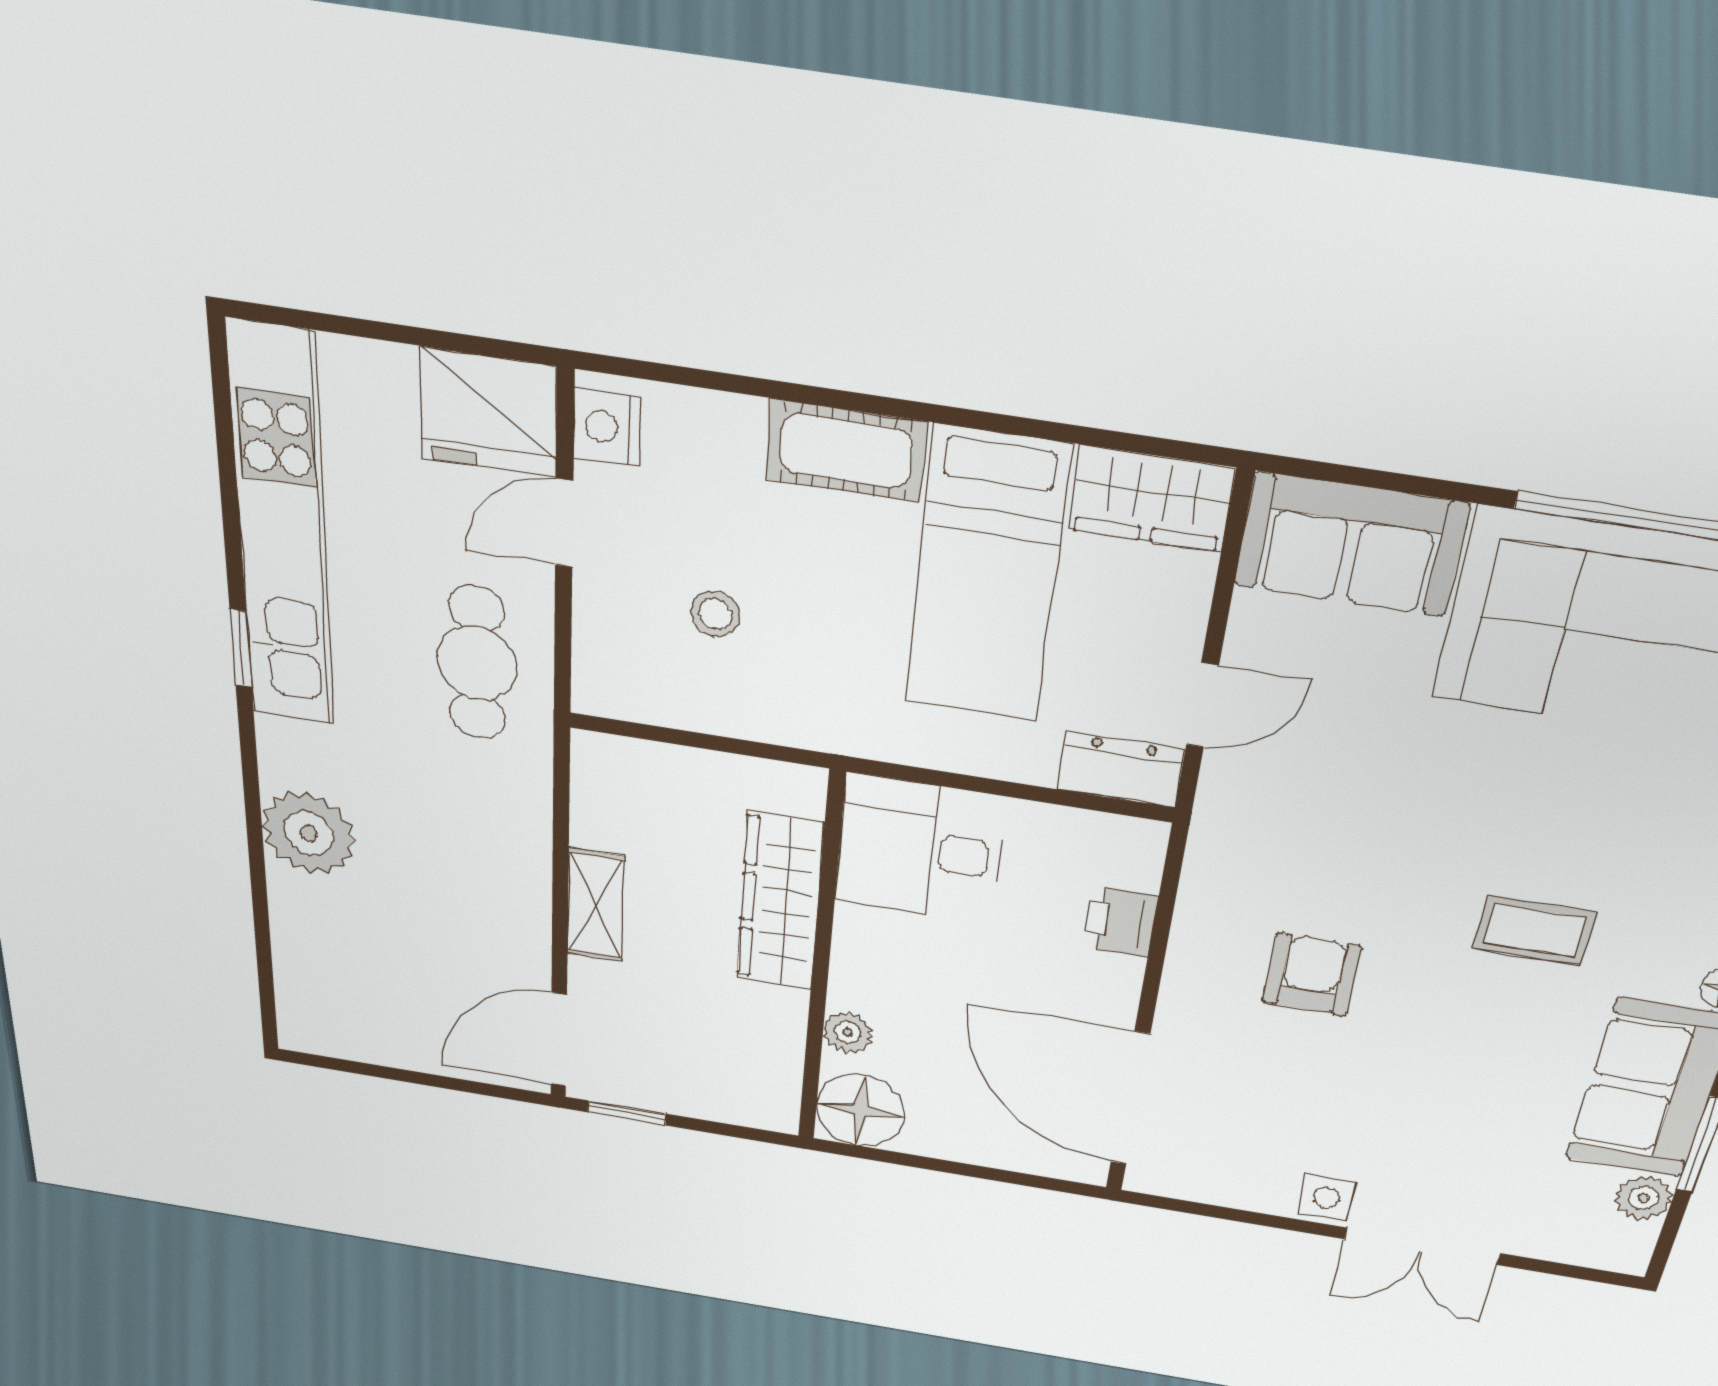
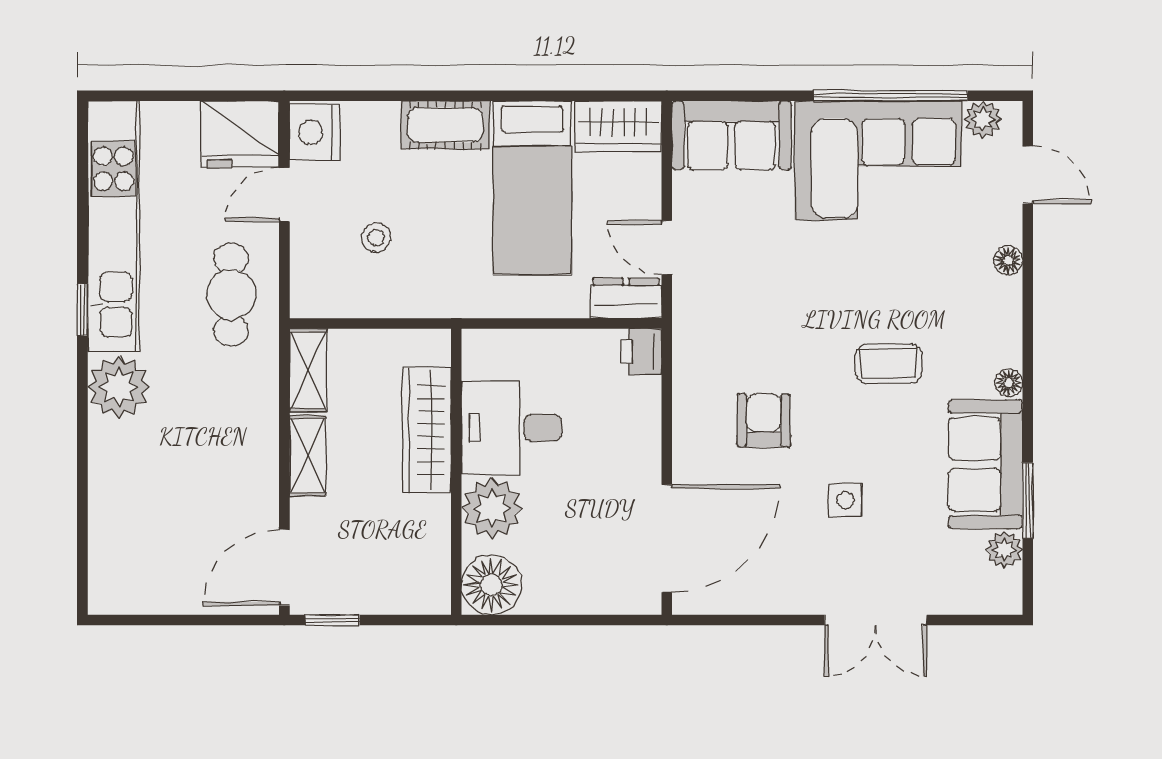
nightstand: (607, 427) -> (315, 132), width x1.36, depth x1.33
door: (1202, 705) -> (667, 248), swing flipped
shelving: (599, 791) -> (308, 370), added
plant: (309, 833) -> (119, 387), moved
desk: (920, 849) -> (512, 428), moved
printer: (1120, 921) -> (641, 351), moved
plant: (848, 1032) -> (492, 508), width x1.87, depth x1.87
door: (1130, 1099) -> (667, 539), swing flipped
side table: (1326, 1198) -> (845, 500), moved

